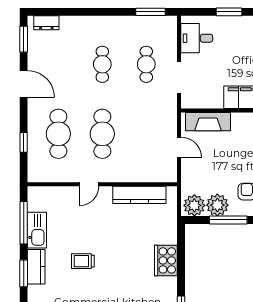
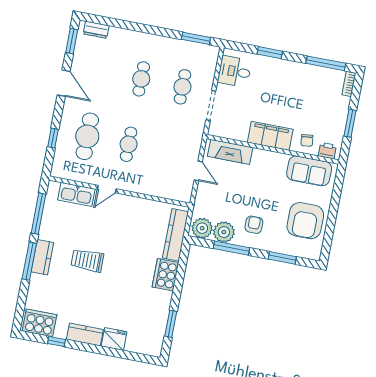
cafe table: (102, 134) -> (129, 144), width x0.73, depth x0.74
kitchen counter: (139, 195) -> (176, 235), moved, turned 90
kitchen sink: (37, 230) -> (76, 194), moved, turned 90
trolley: (83, 261) -> (87, 260), width x1.36, depth x1.39
window: (24, 273) -> (29, 261), width x1.44

